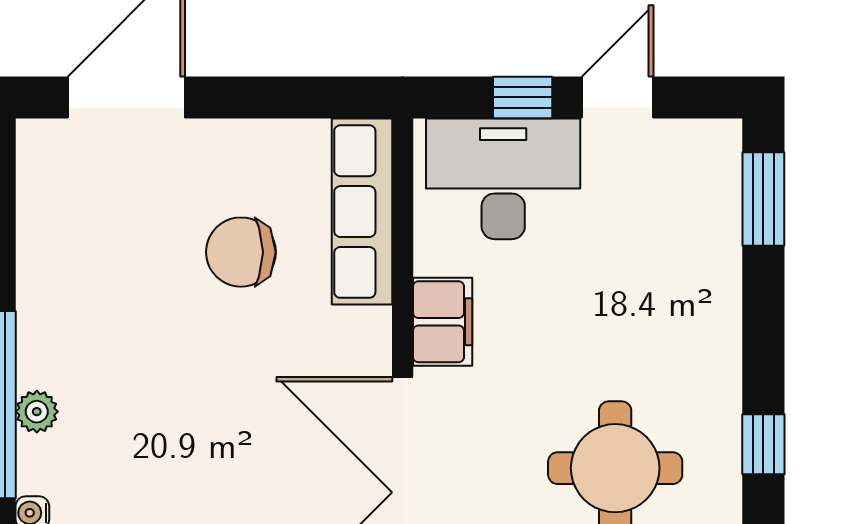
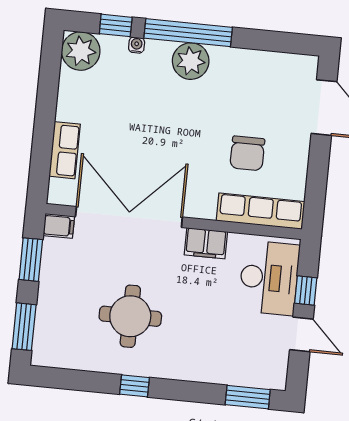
chair: (241, 252) -> (247, 153), turned 180
plant: (37, 412) -> (191, 61), width x1.87, depth x1.87

